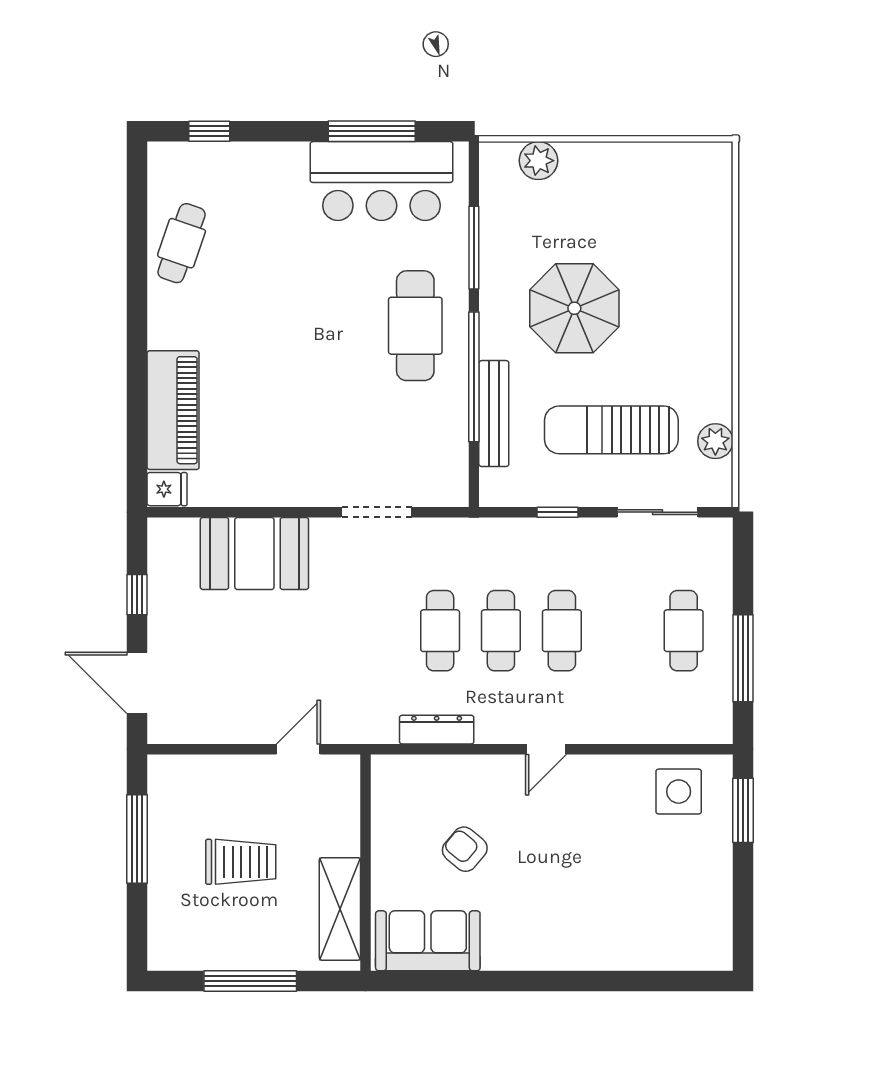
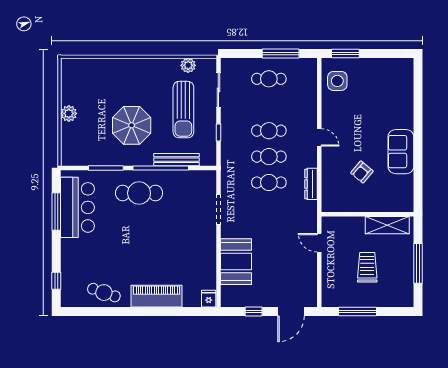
plant: (538, 161) -> (69, 113), moved
piano: (173, 410) -> (157, 296), moved
sofa: (428, 941) -> (401, 152), moved

